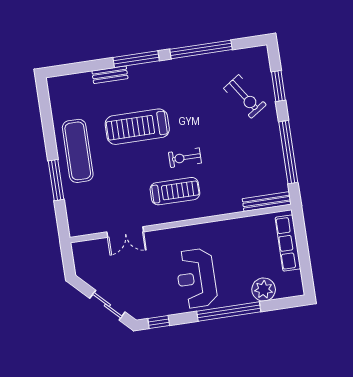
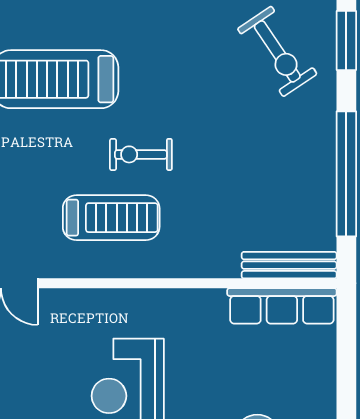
row of seats: (288, 243) -> (282, 306), moved, turned -90

